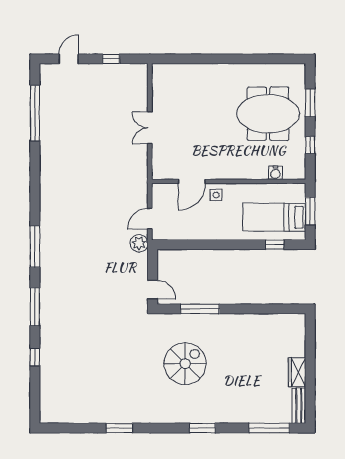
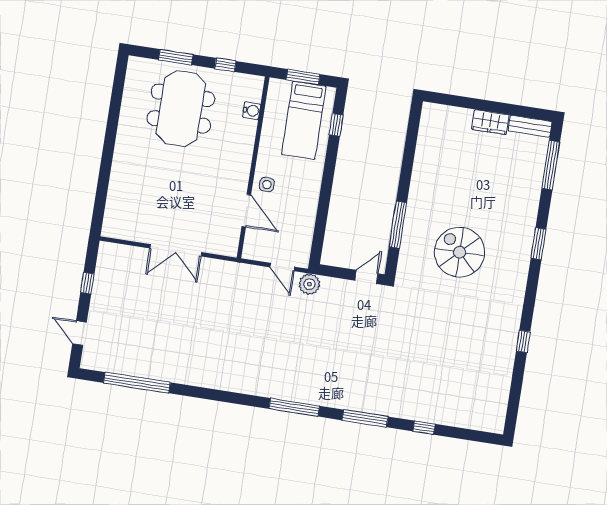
double door: (150, 128) -> (176, 250), width x1.37
window: (119, 428) -> (523, 341), width x0.67

